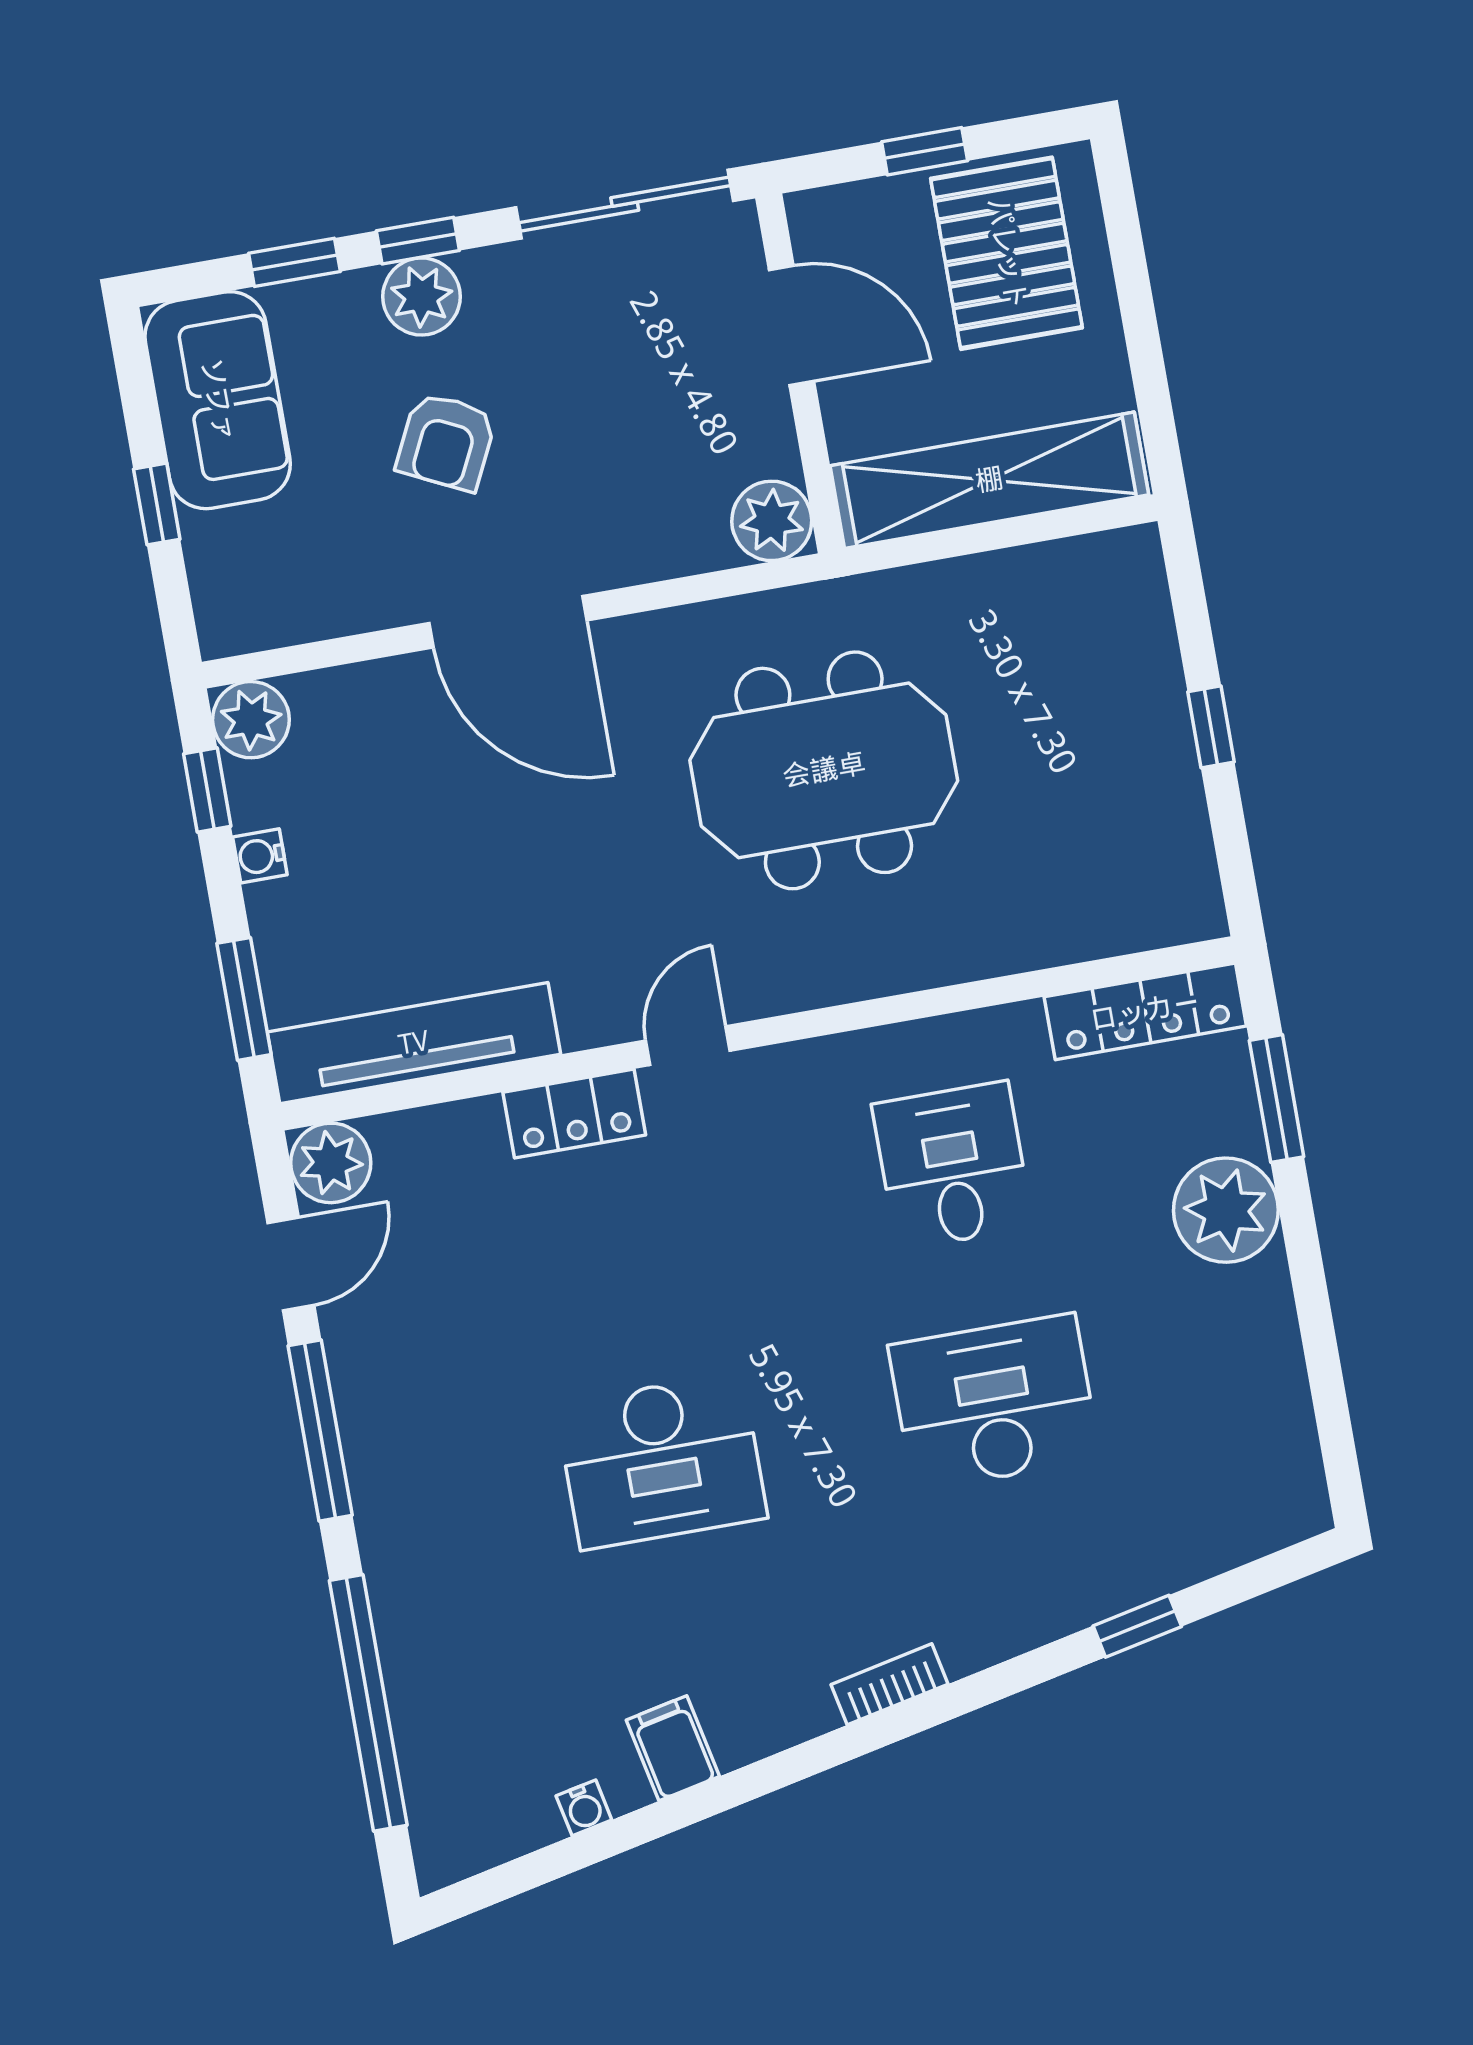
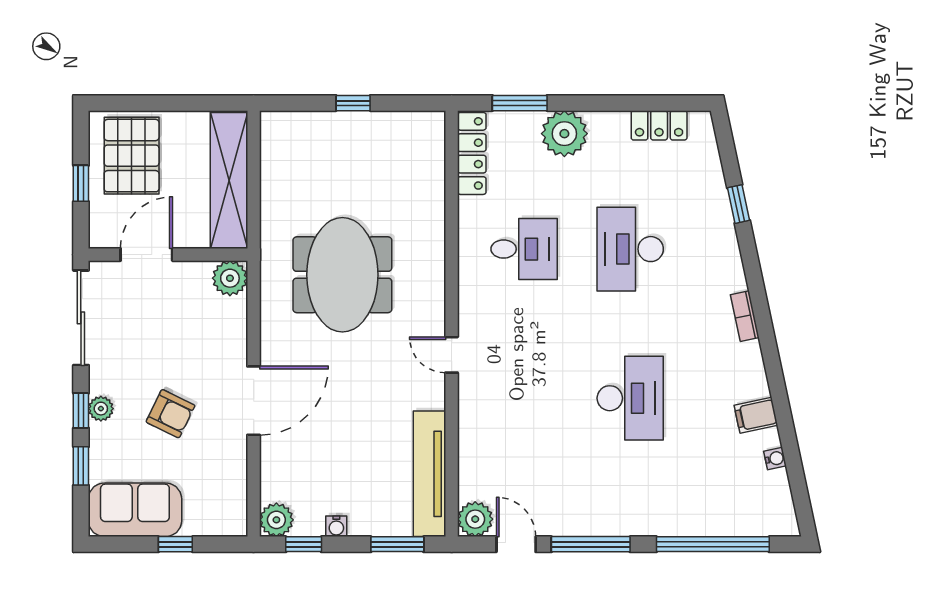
pallet: (1007, 253) -> (132, 156), turned 90
plant: (422, 296) -> (101, 409), width x0.73, depth x0.73
locker: (574, 1114) -> (659, 125), moved, turned 90
desk: (952, 1166) -> (524, 249), turned 180

